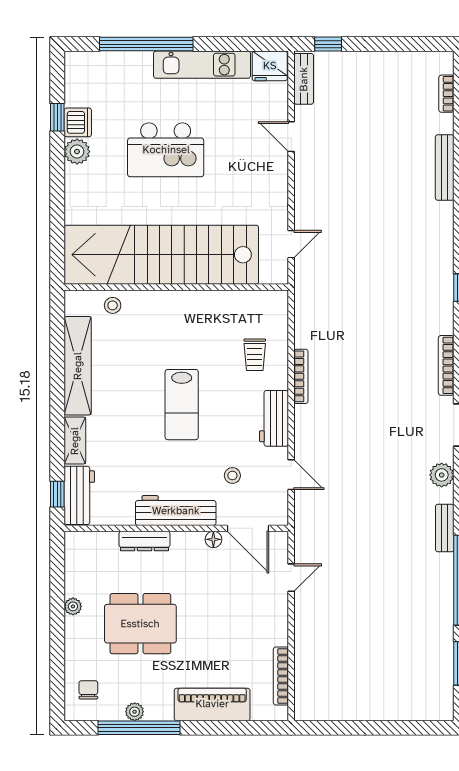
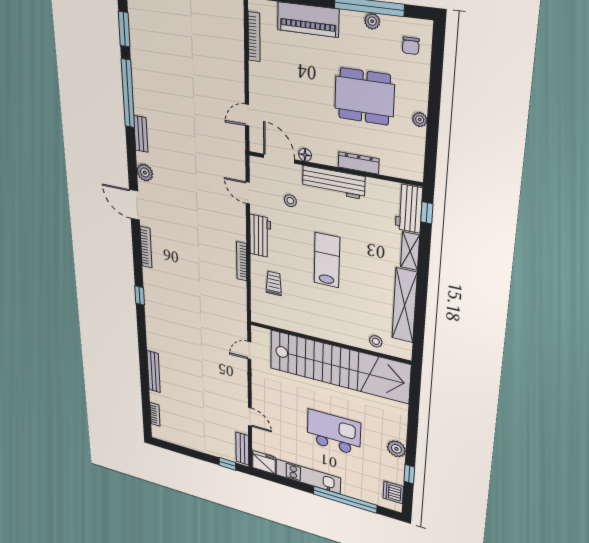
dishwasher: (78, 122) -> (393, 492), moved

